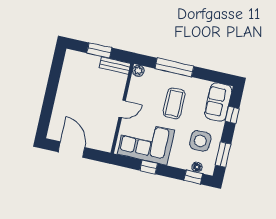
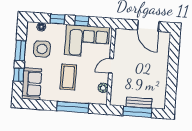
window: (99, 50) -> (137, 112), width x1.44
bench: (115, 65) -> (139, 103), moved
plant: (138, 71) -> (103, 88), moved
window: (223, 155) -> (20, 51), moved
window: (193, 177) -> (57, 19), moved

